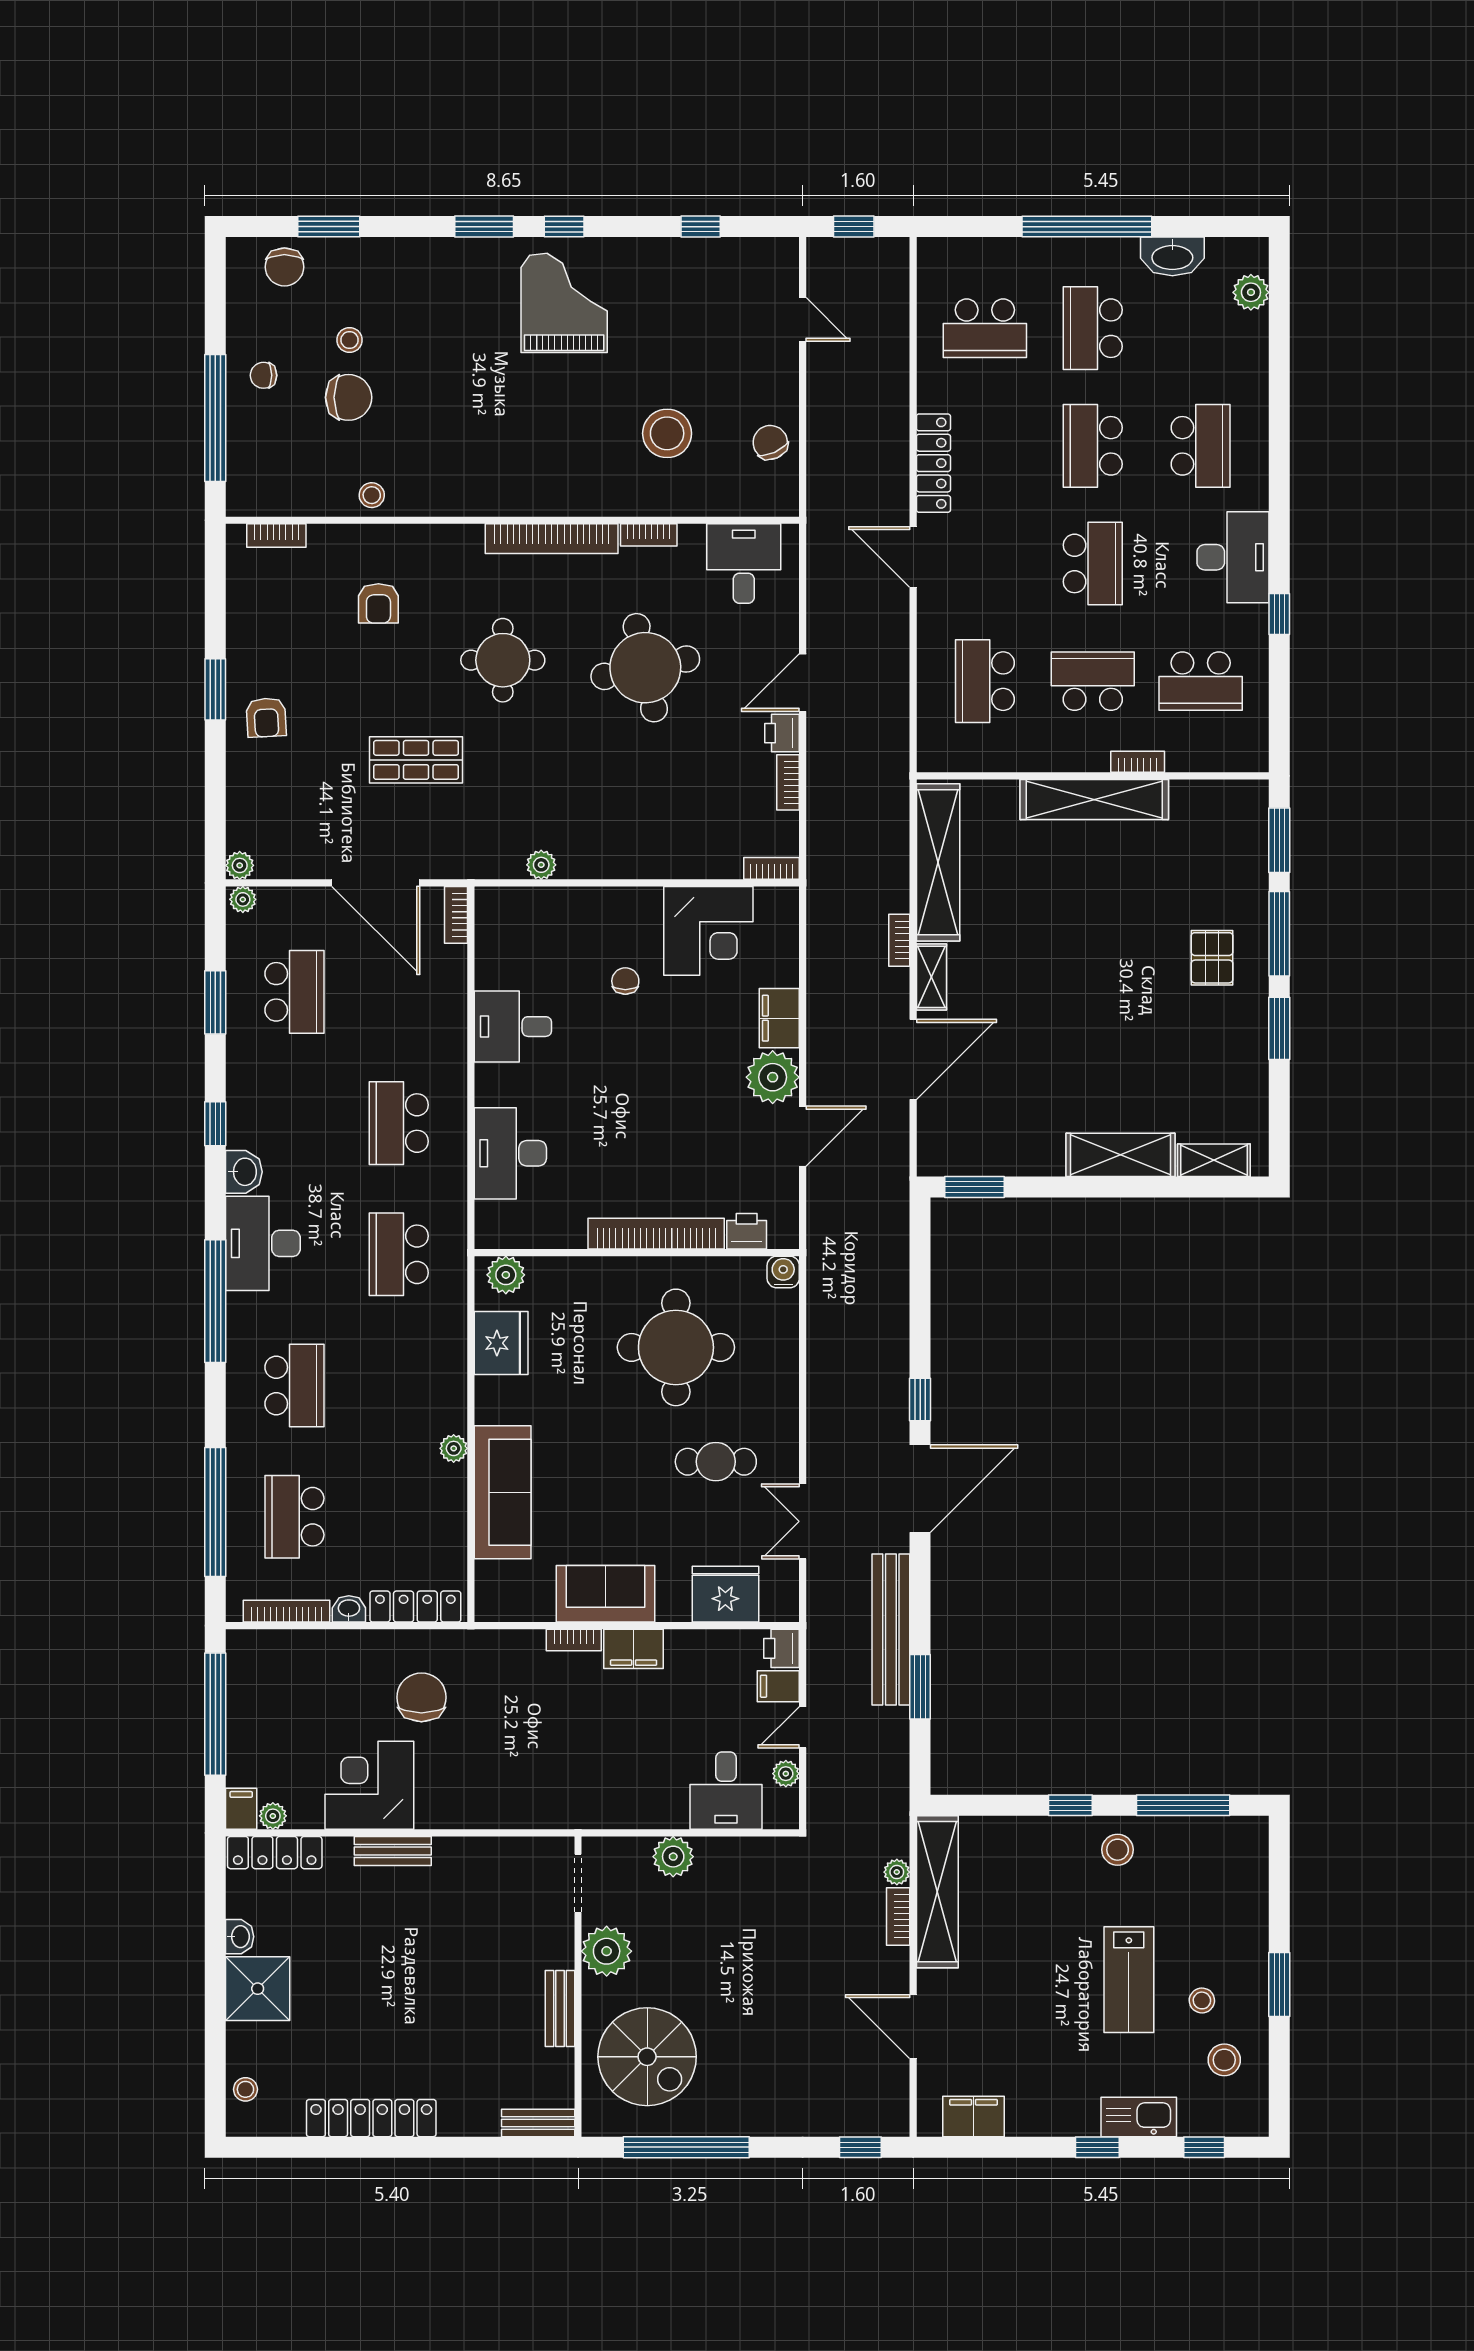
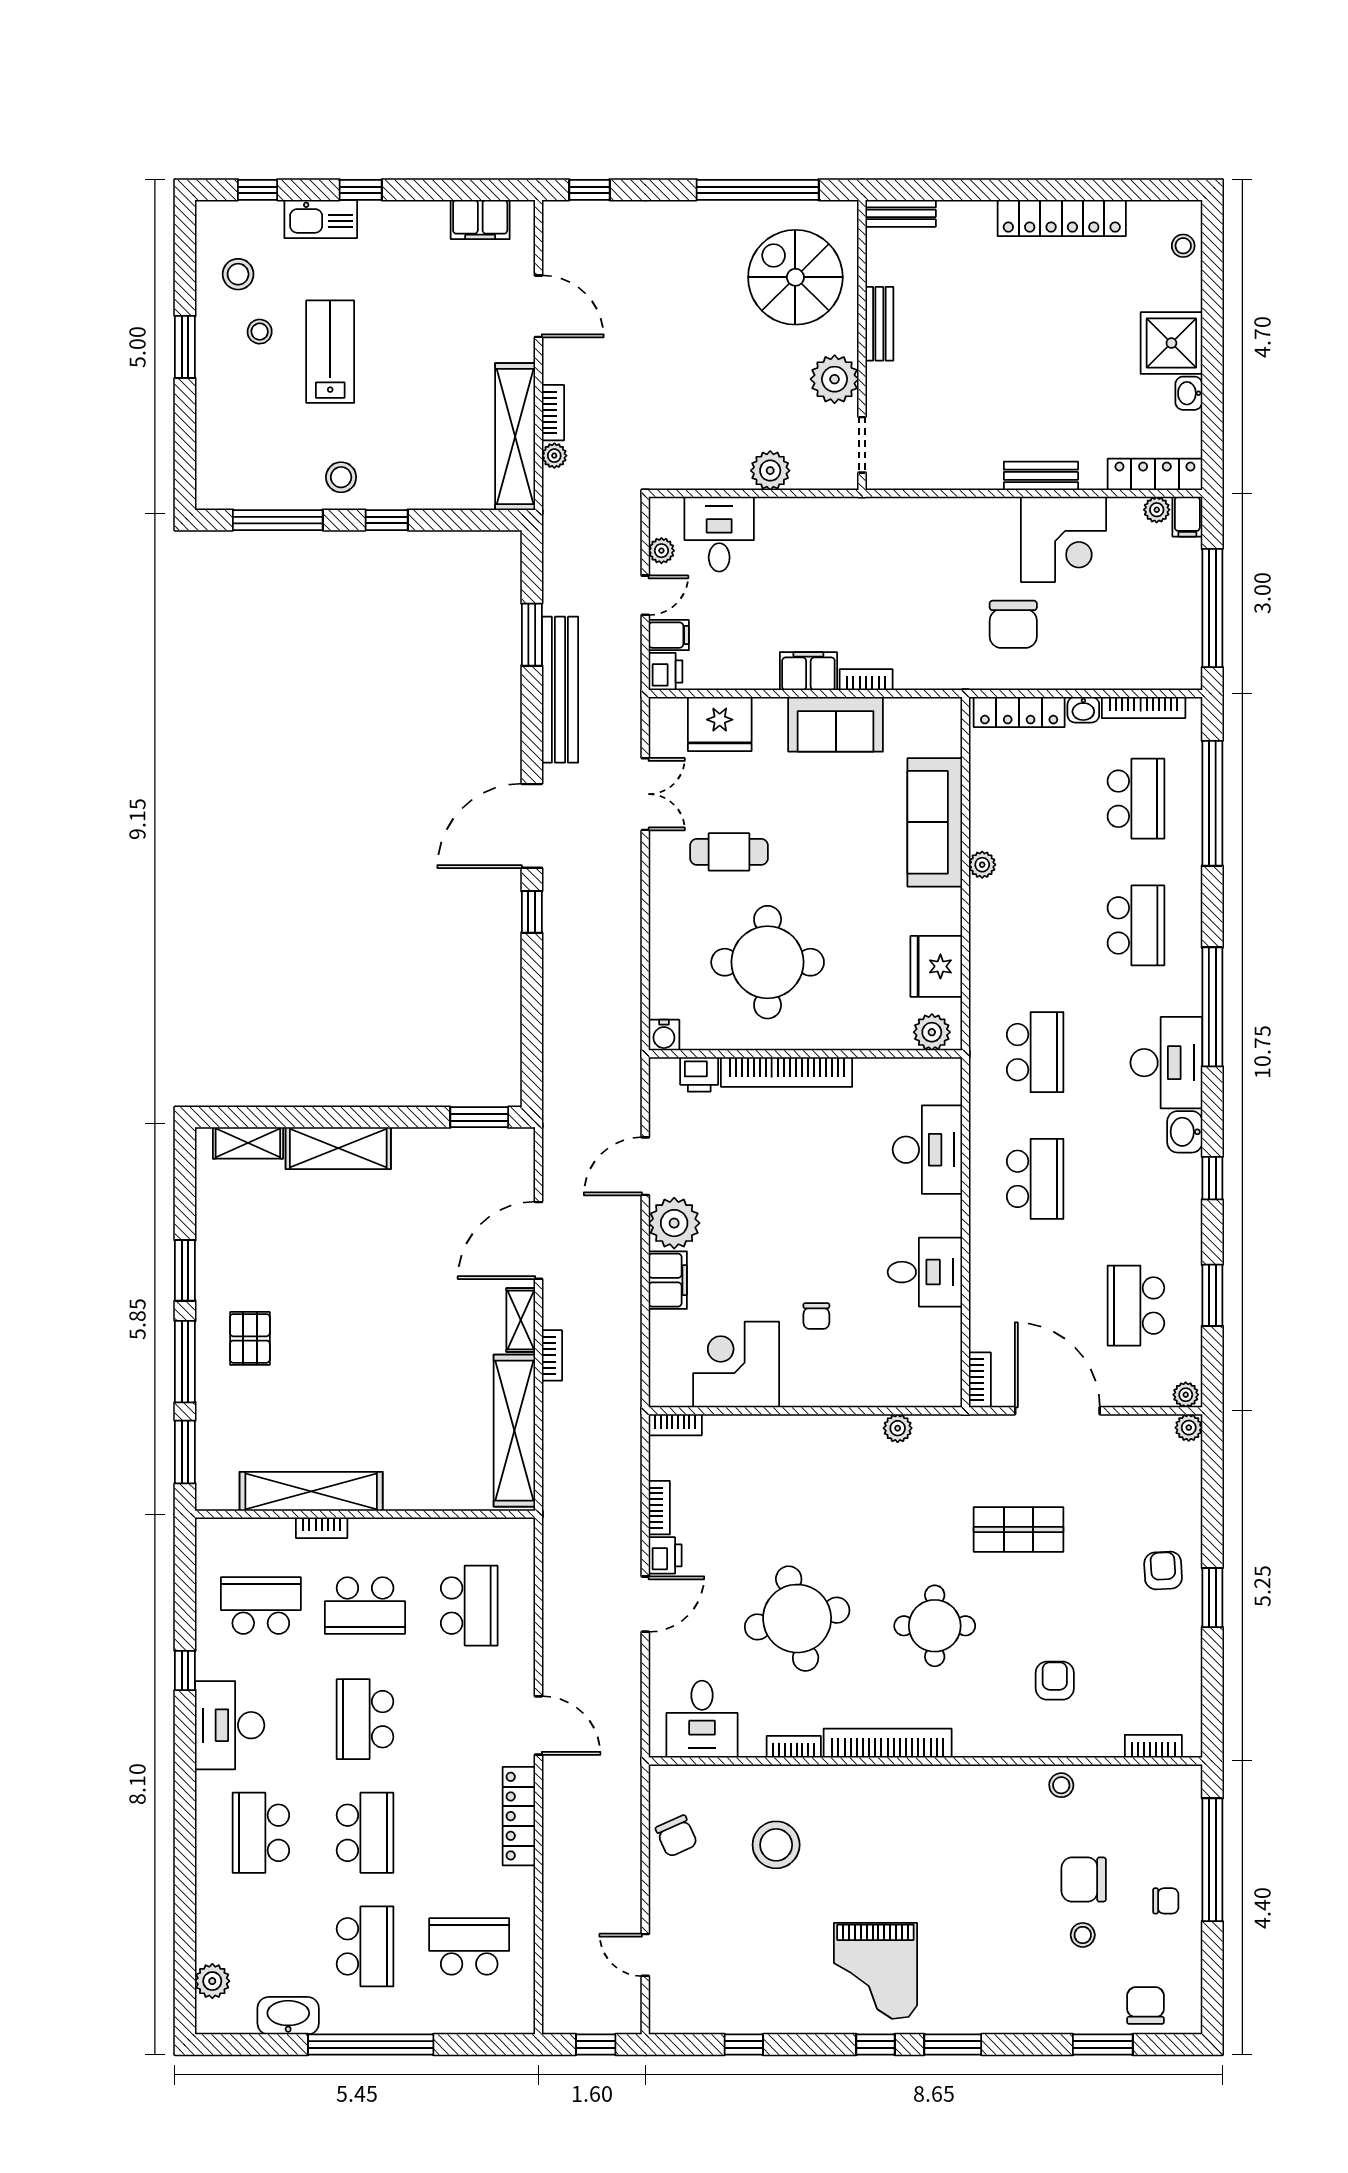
shelving: (1094, 799) -> (311, 1491), moved
school desk: (294, 1386) -> (1136, 925), turned 180

